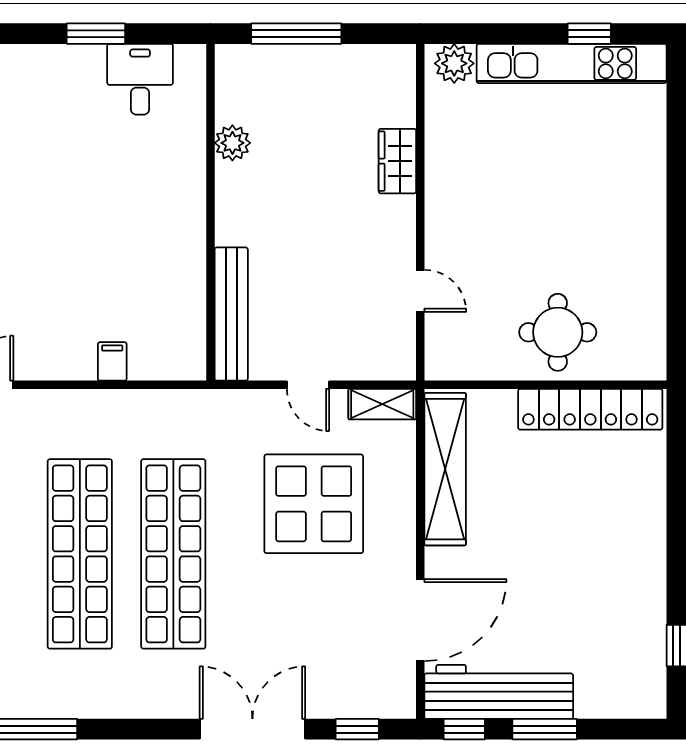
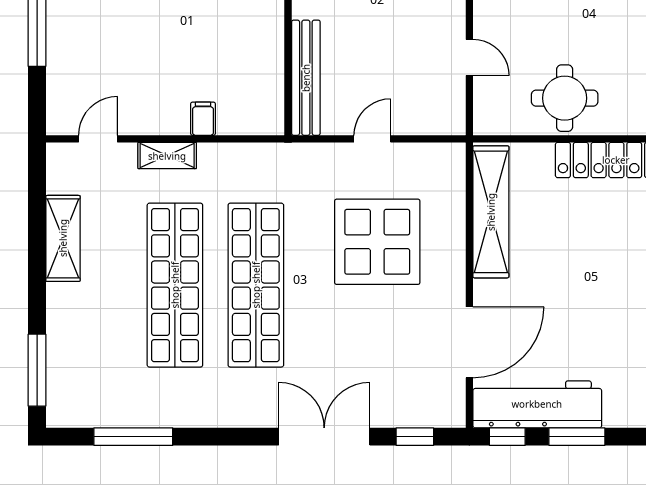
round table: (558, 332) -> (565, 98), moved
door: (308, 385) -> (372, 139), swing flipped
shelving: (382, 404) -> (167, 156), moved

